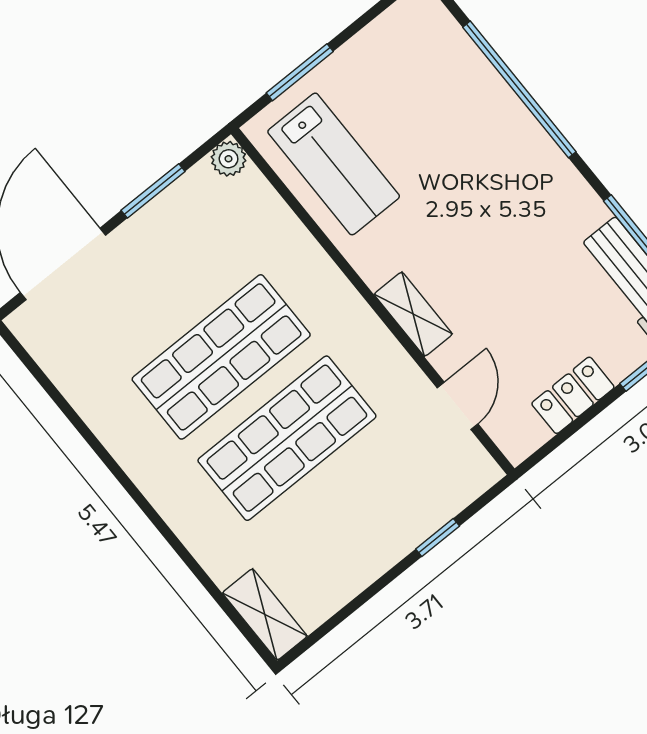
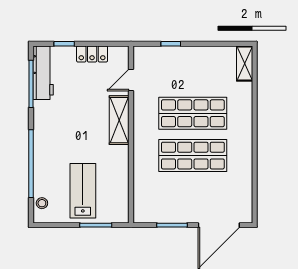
stool: (437, 31) -> (42, 203), added
plant: (229, 159) -> (140, 216), removed
lab bench: (334, 164) -> (83, 191), moved
shelving: (413, 314) -> (119, 120), width x1.50, depth x1.33

